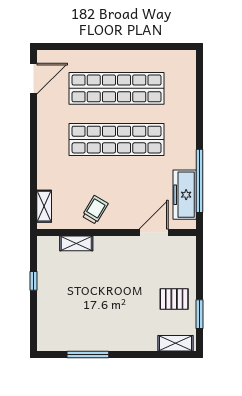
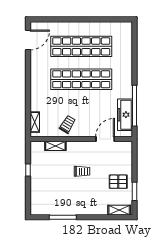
trolley: (118, 283) -> (82, 171), added

